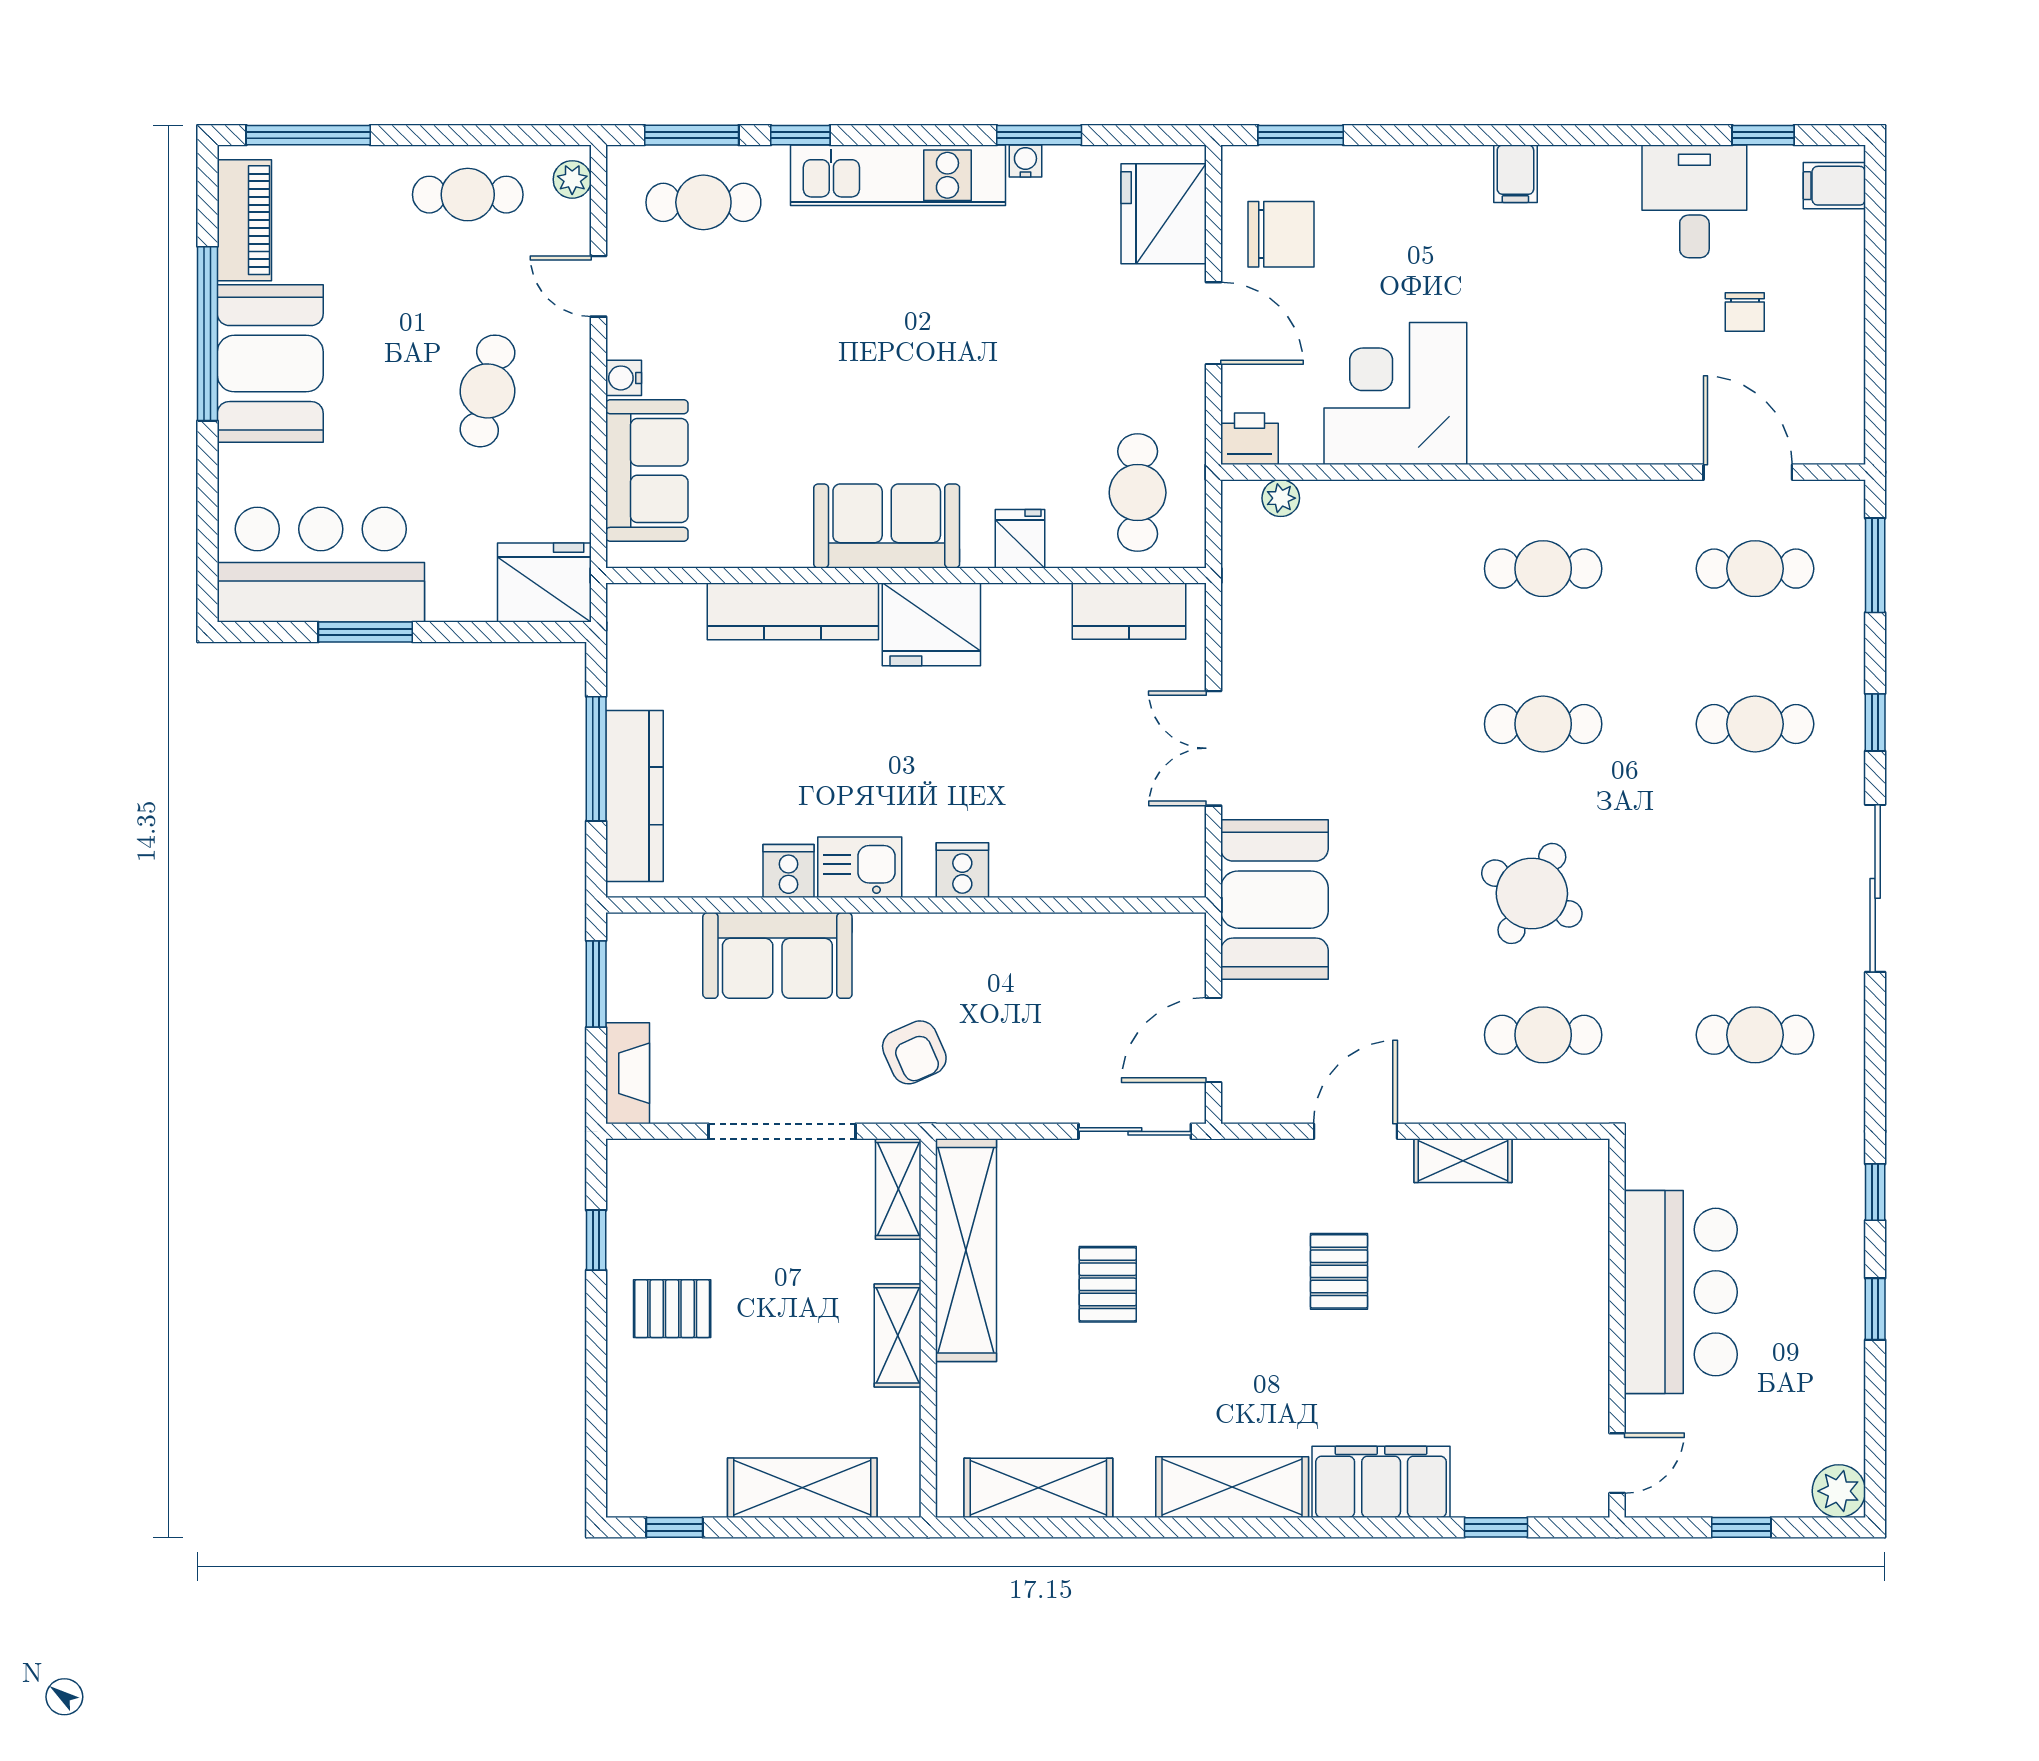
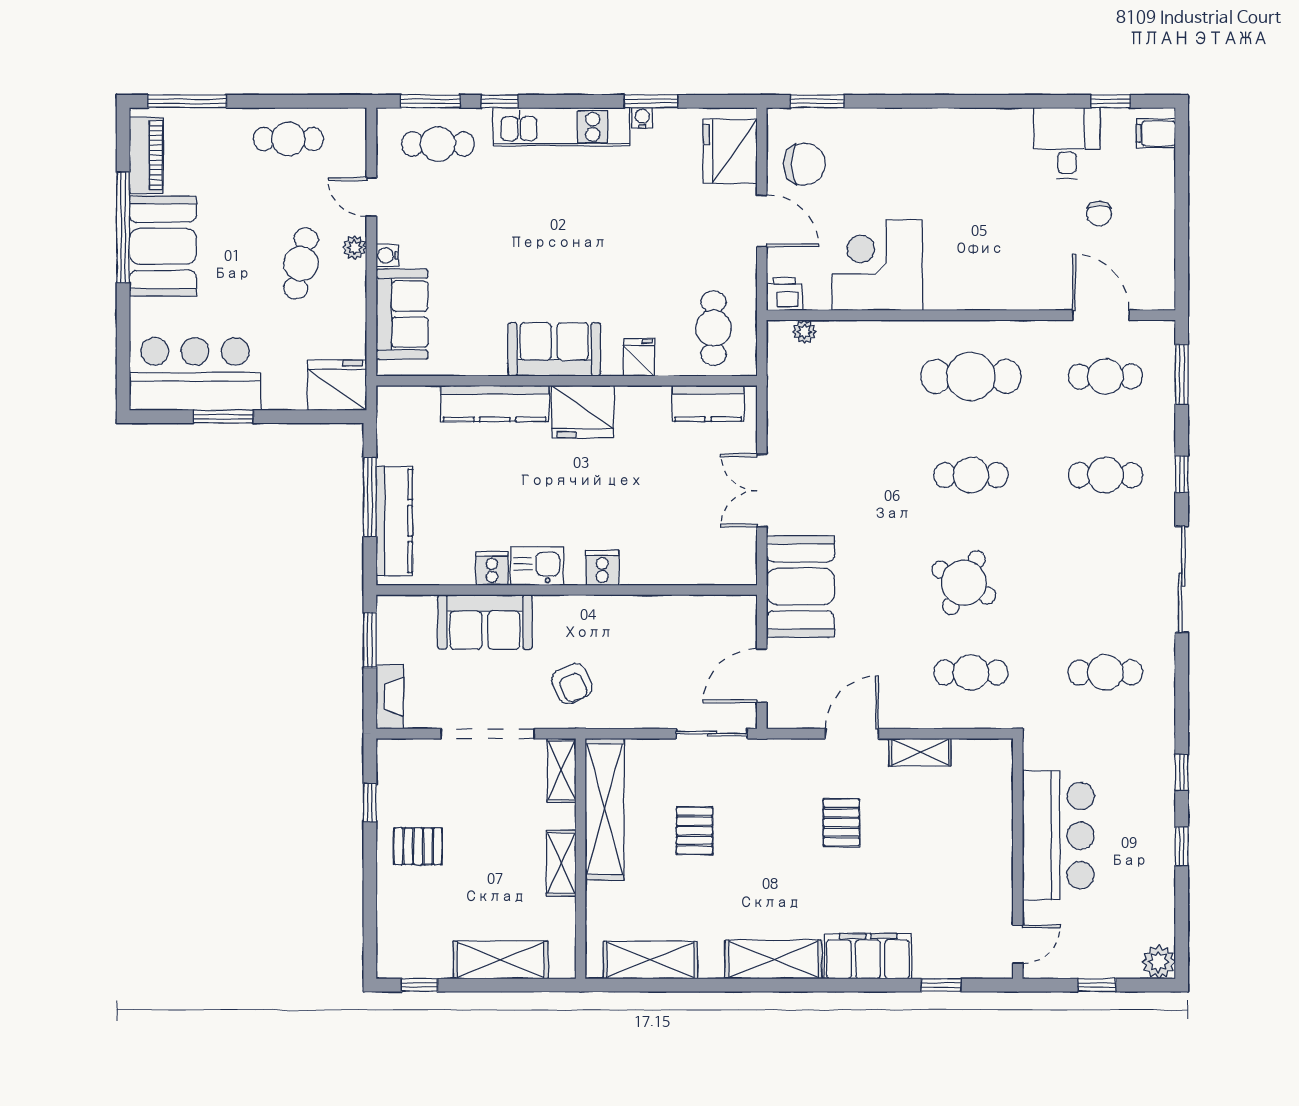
filing cabinet: (1515, 174) -> (953, 126), removed
plant: (572, 179) -> (355, 247), moved
cafe table: (1543, 569) -> (971, 376), width x1.37, depth x1.35

